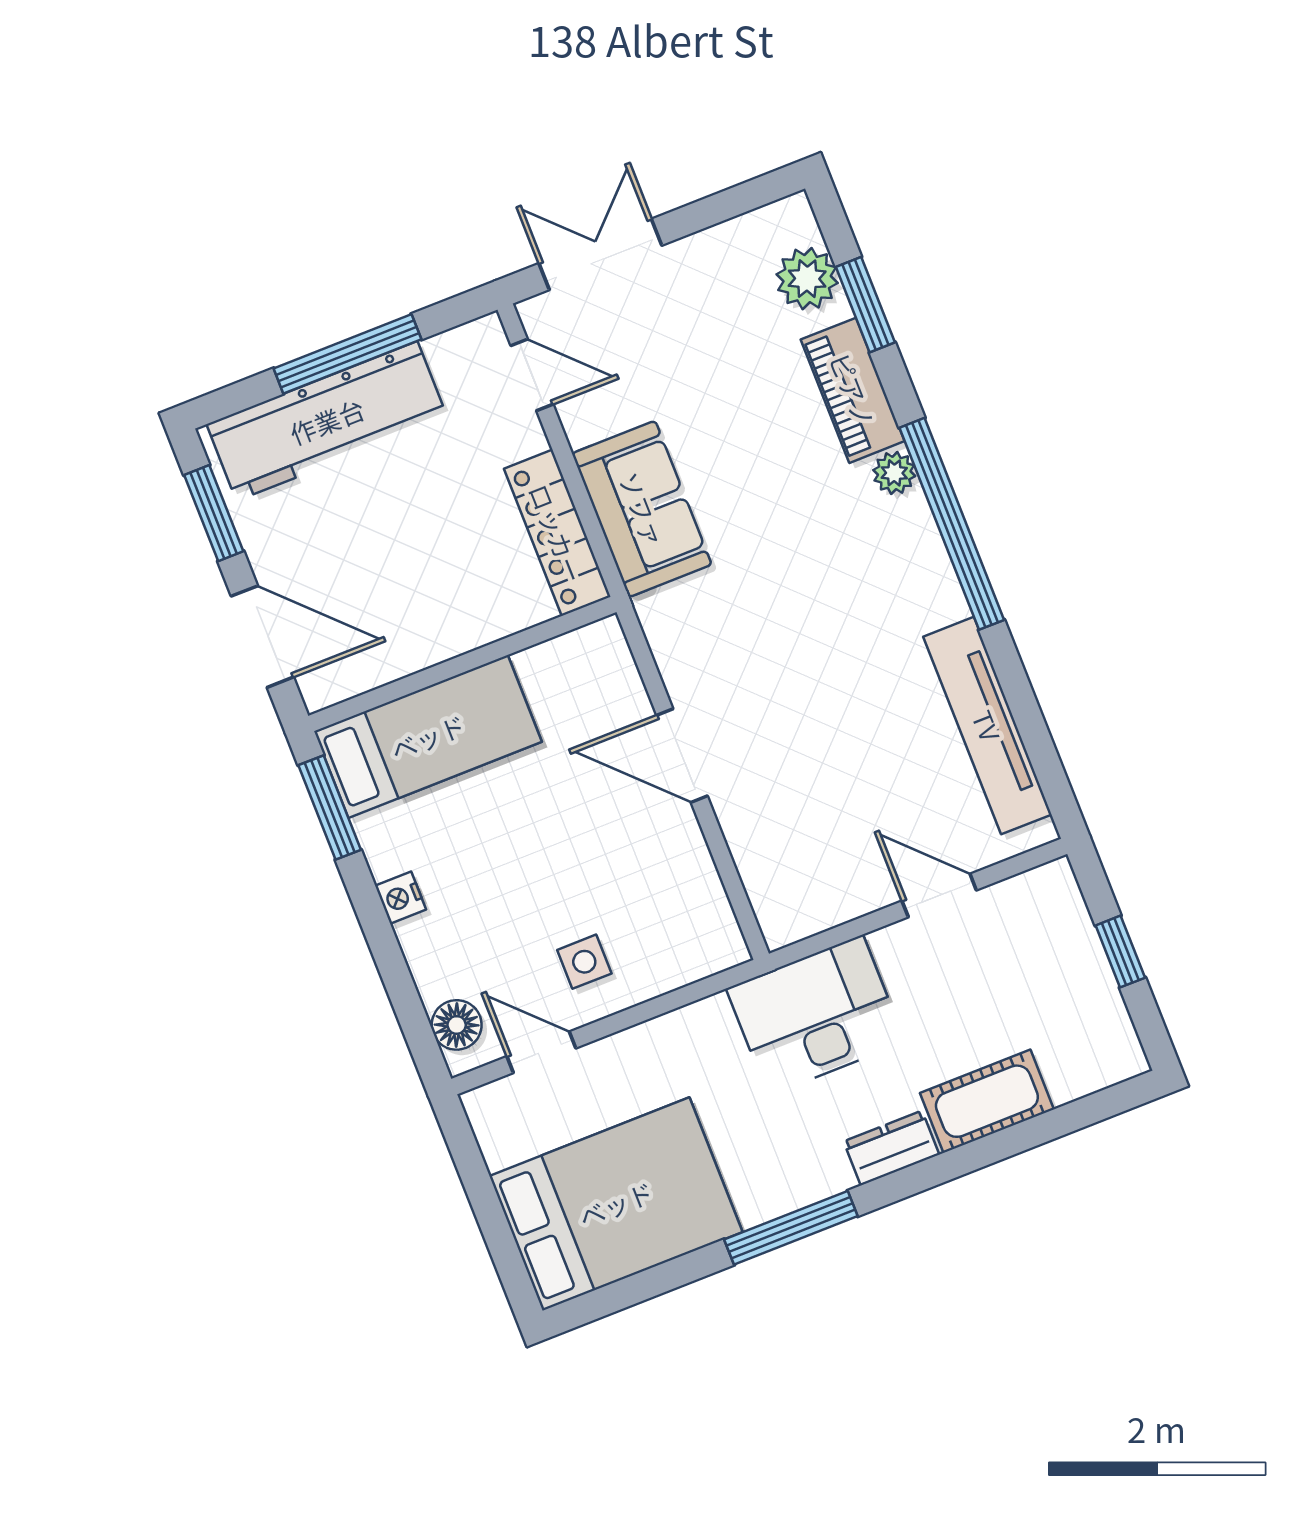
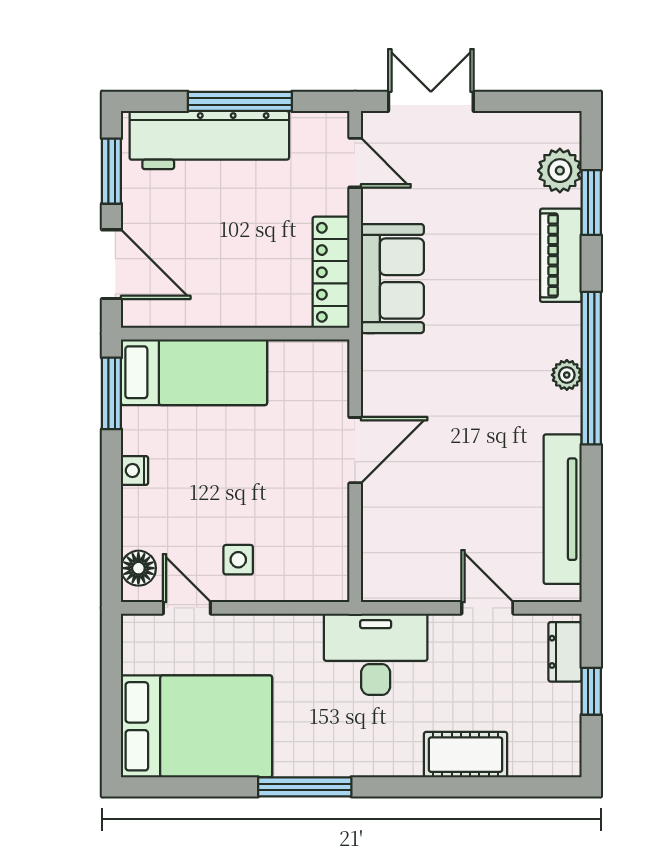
plant: (894, 473) -> (567, 375), moved
door: (682, 756) -> (355, 450), swing flipped
dresser: (891, 1148) -> (565, 652), moved, turned -90

